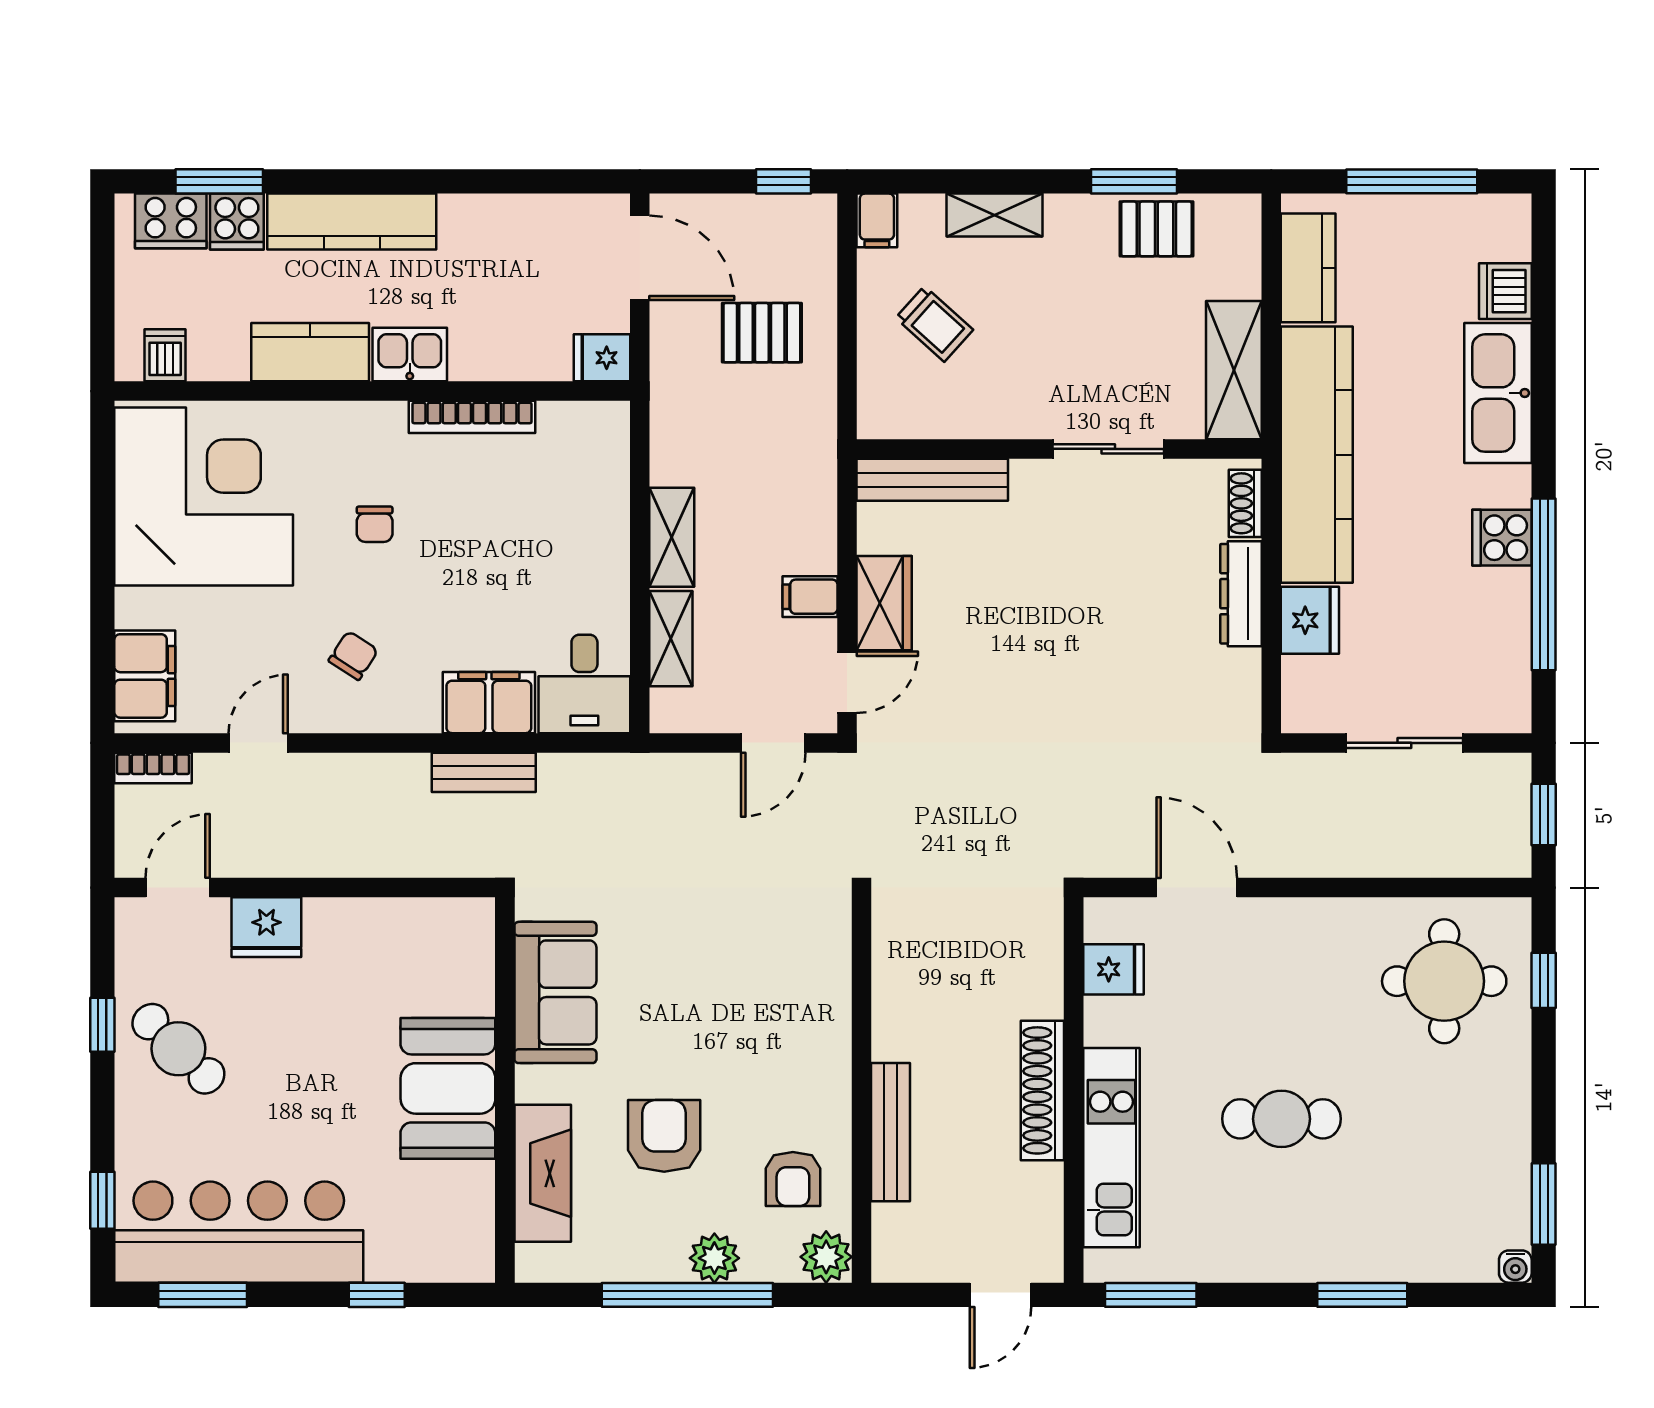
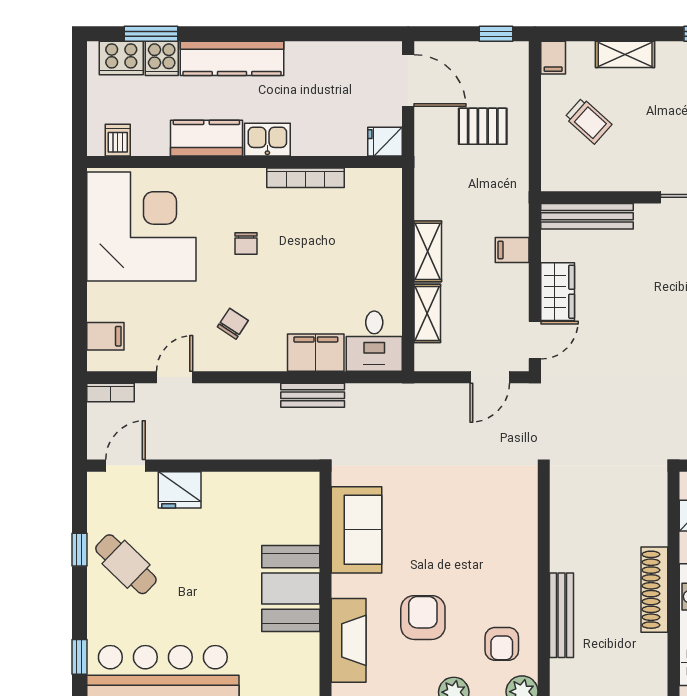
filing cabinet: (810, 597) -> (512, 250), moved
filing cabinet: (145, 676) -> (105, 336), width x0.50

